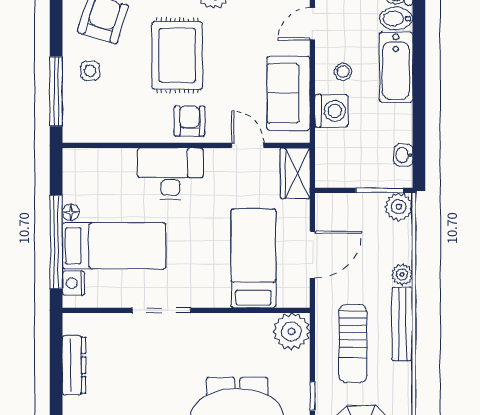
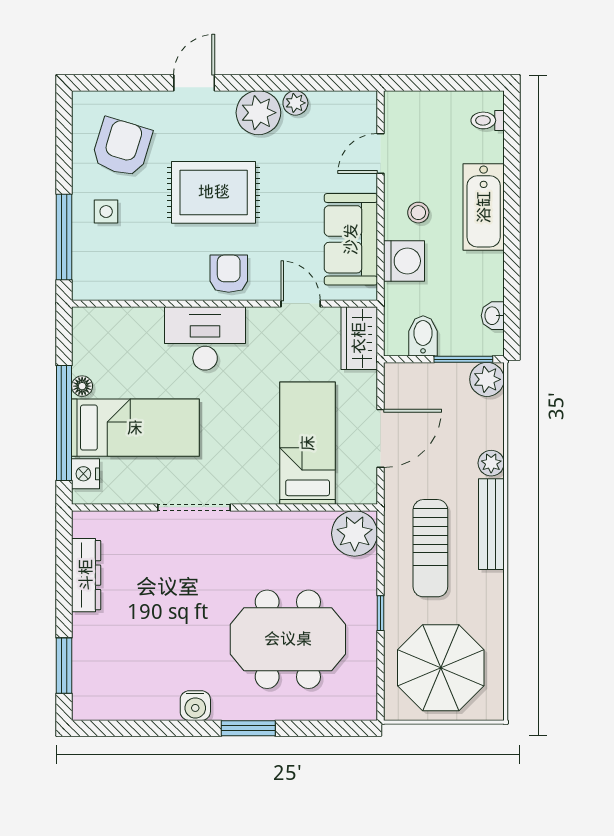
bidet: (396, 19) -> (423, 336), moved, turned 90
rug: (177, 55) -> (214, 192), turned 90

